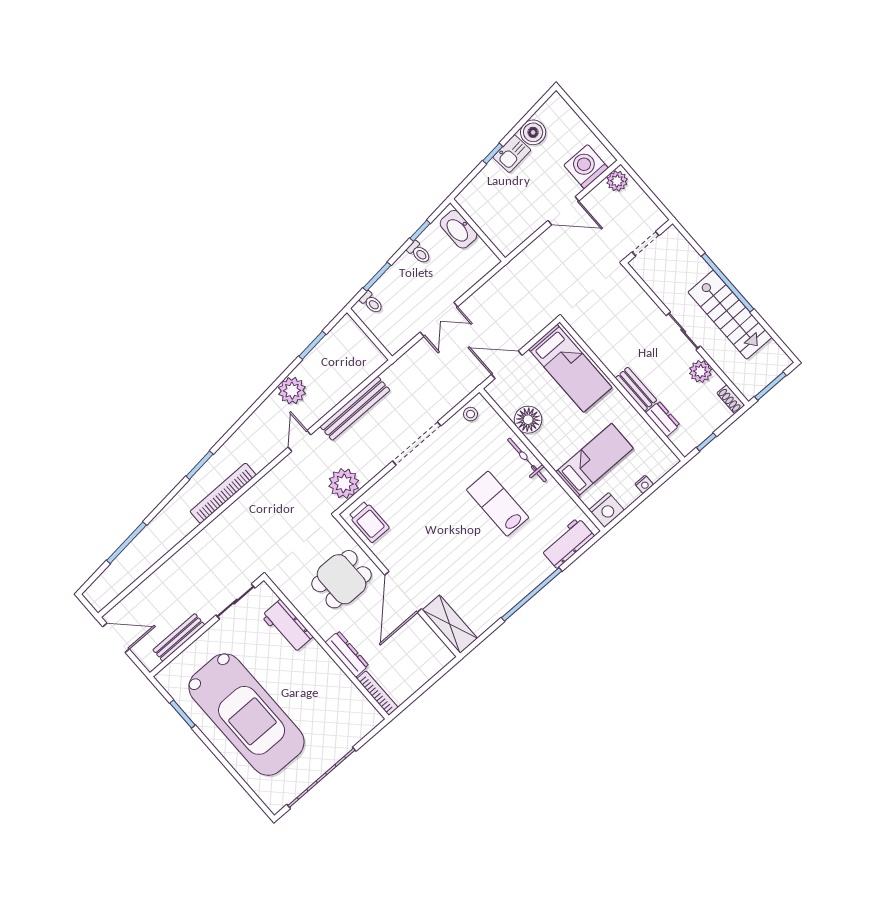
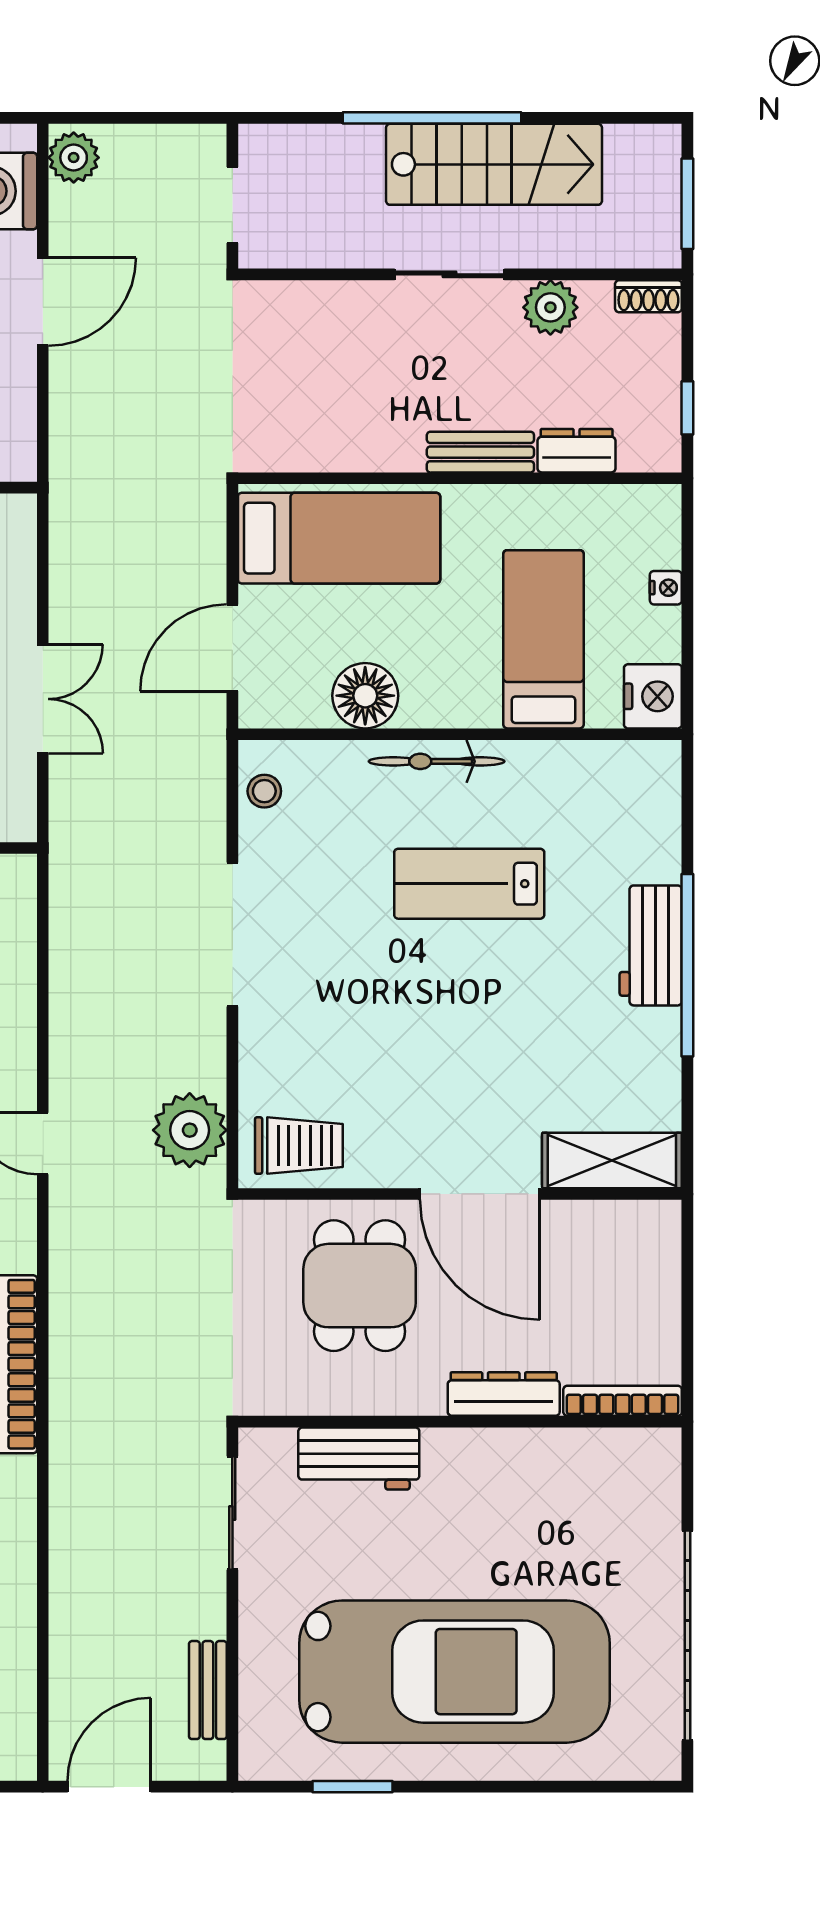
bench: (355, 408) -> (71, 991), removed
workbench: (567, 543) -> (651, 945), moved
bench: (179, 637) -> (208, 1690), width x0.73

